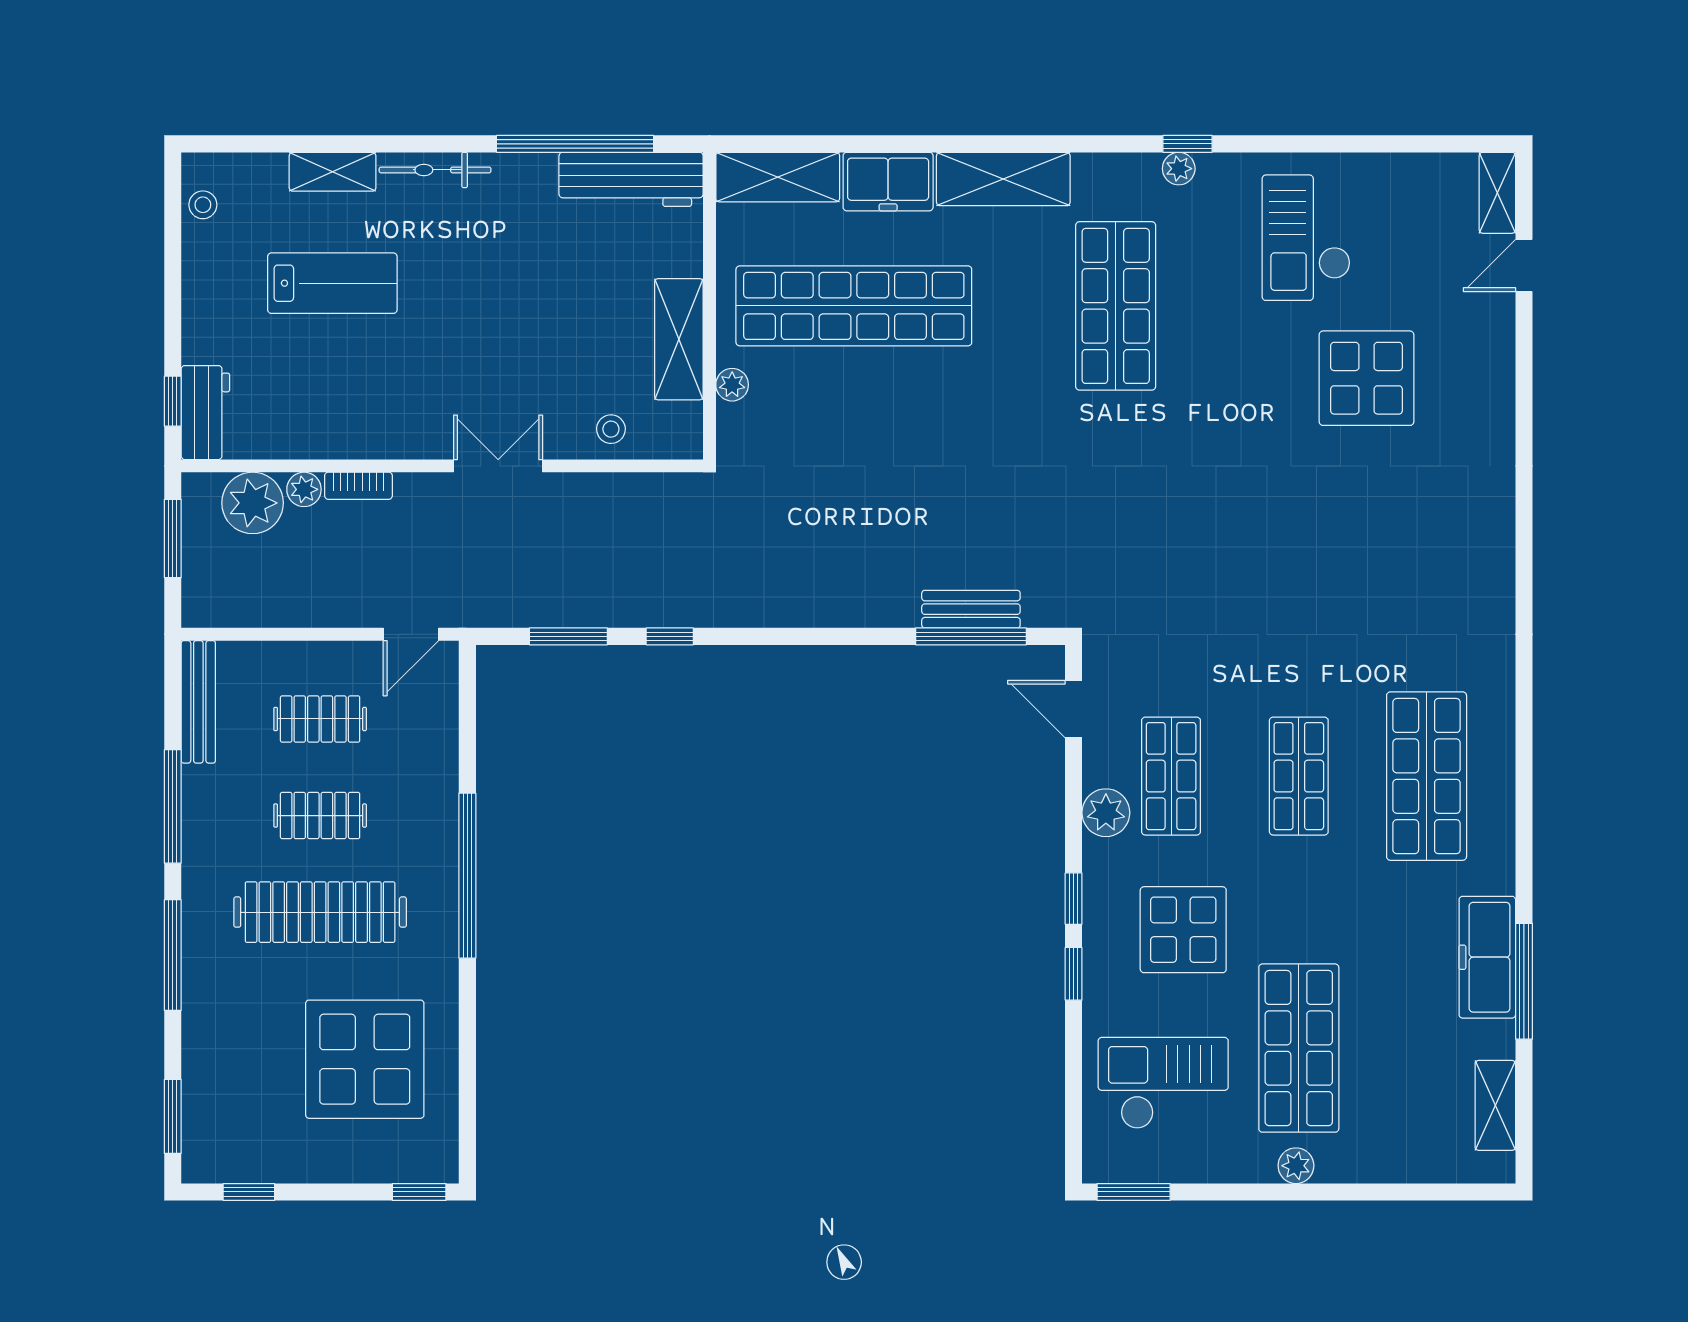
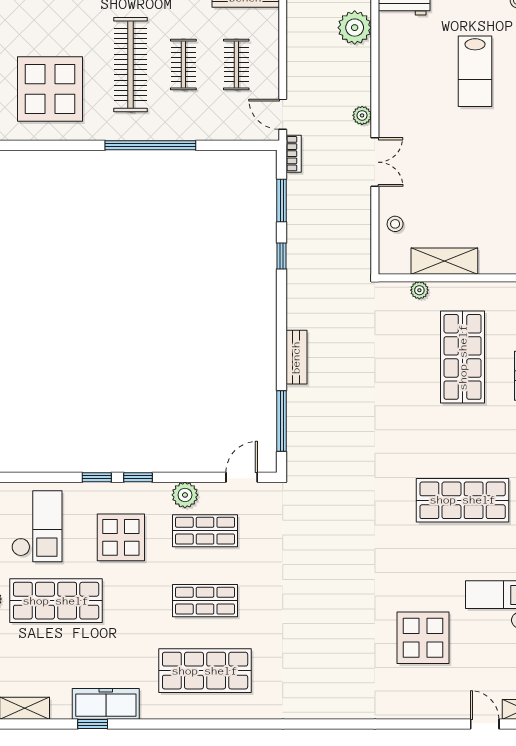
shop shelf: (854, 306) -> (463, 357), width x0.71
bookcase: (358, 486) -> (294, 154), moved, turned 180
plant: (304, 489) -> (362, 115), moved
bench: (971, 609) -> (296, 357), moved
window: (1524, 981) -> (93, 724), width x0.46

